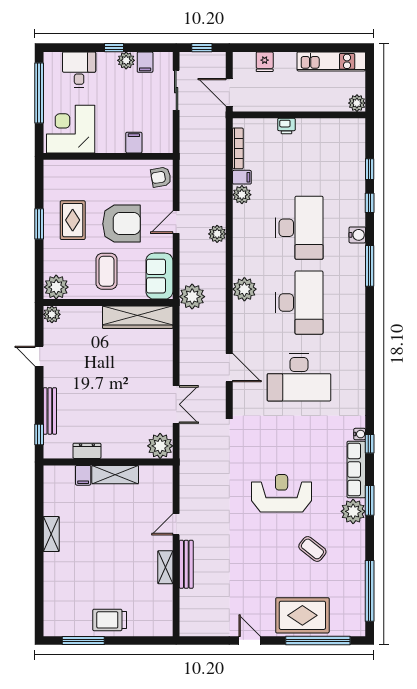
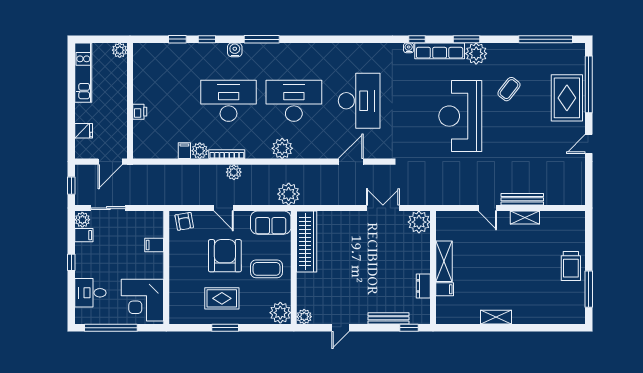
plant: (126, 60) -> (82, 220), moved
bookcase: (238, 148) -> (227, 154), moved
reception desk: (282, 493) -> (460, 116), width x1.36, depth x1.30

